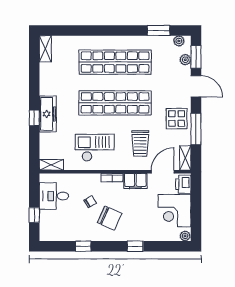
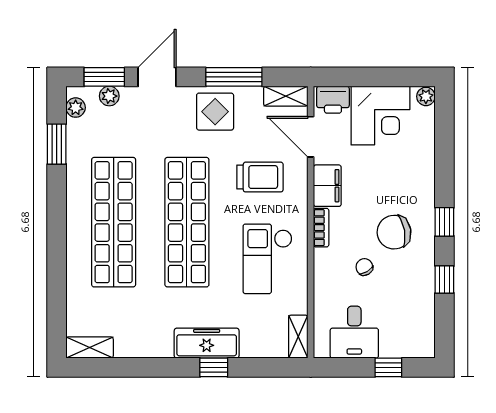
chair: (110, 218) -> (394, 232), turned -124
window: (135, 246) -> (444, 222), moved

